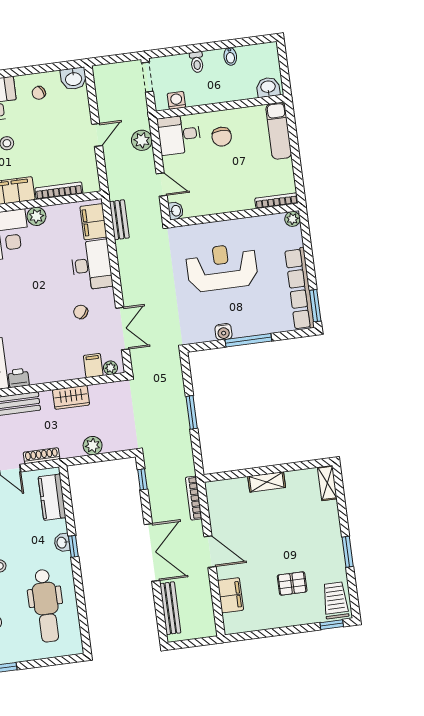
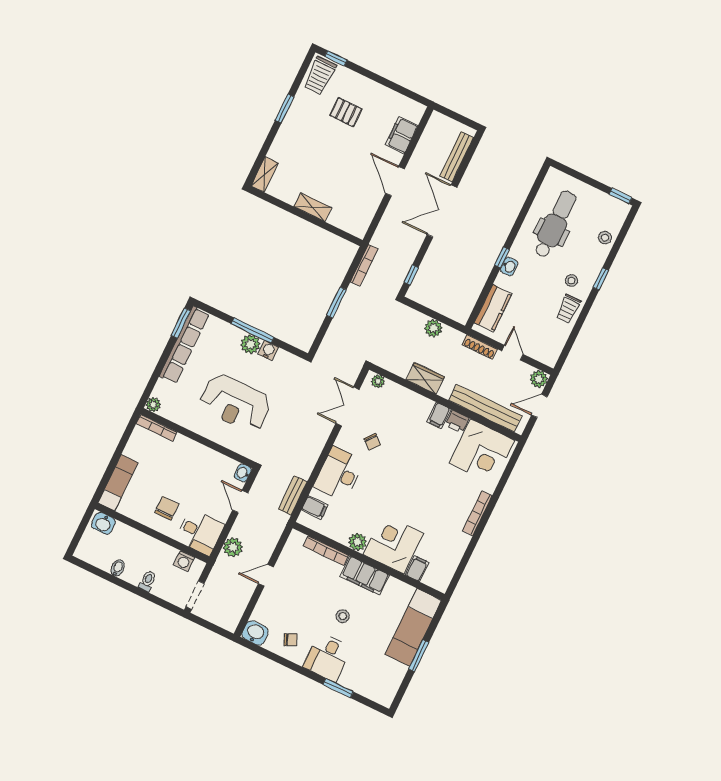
filing cabinet: (93, 222) -> (315, 507), width x0.50
plant: (243, 327) -> (250, 344), added
filing cabinet: (93, 366) -> (439, 415), moved
bookcase: (194, 498) -> (364, 265), moved

